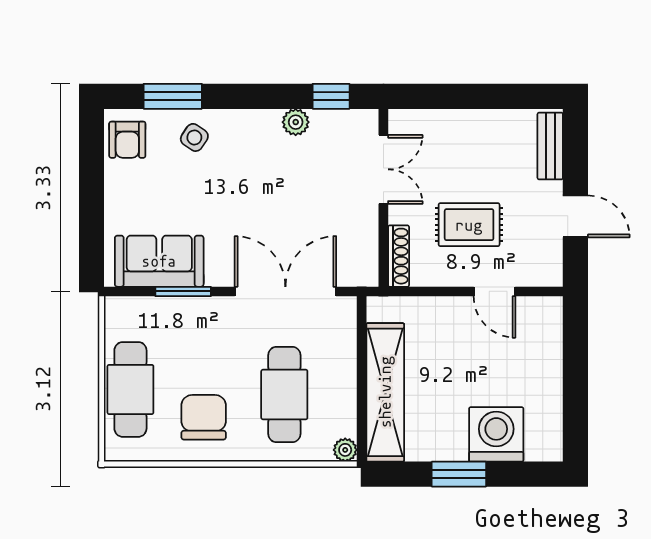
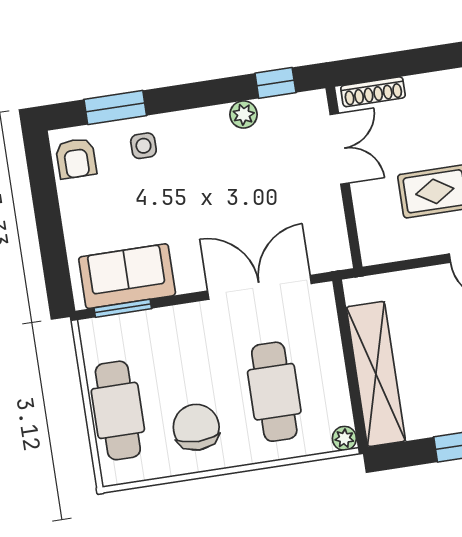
side table: (194, 137) -> (143, 146), turned -34
shoe rack: (399, 256) -> (373, 92), moved, turned 90
window: (183, 291) -> (123, 308), moved

